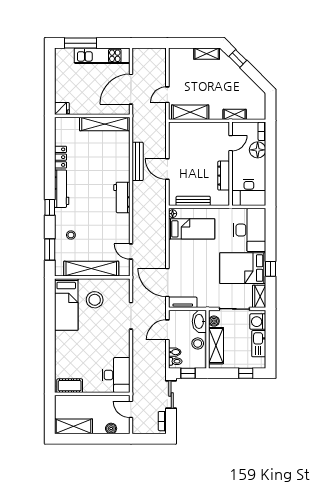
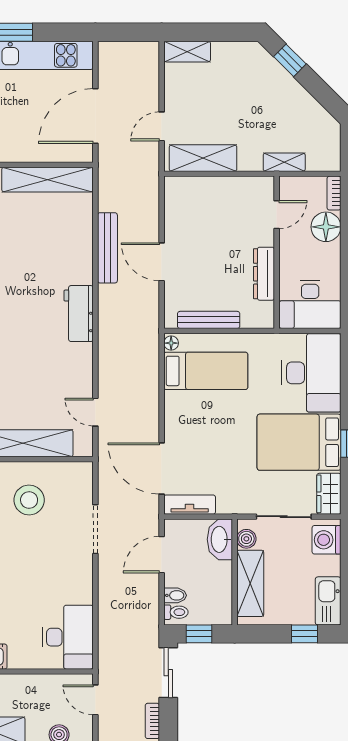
shelving: (207, 54) -> (187, 52), moved
stool: (198, 343) -> (217, 580), removed
kitchen sink: (259, 344) -> (328, 601), moved

